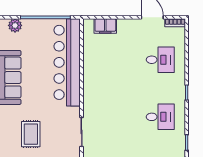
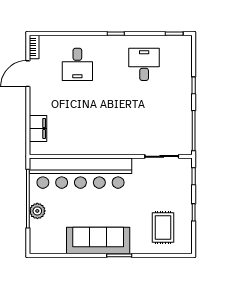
plant: (15, 25) -> (37, 211), moved
desk: (160, 60) -> (77, 64), turned 180
rug: (31, 134) -> (163, 228), moved, turned 90

